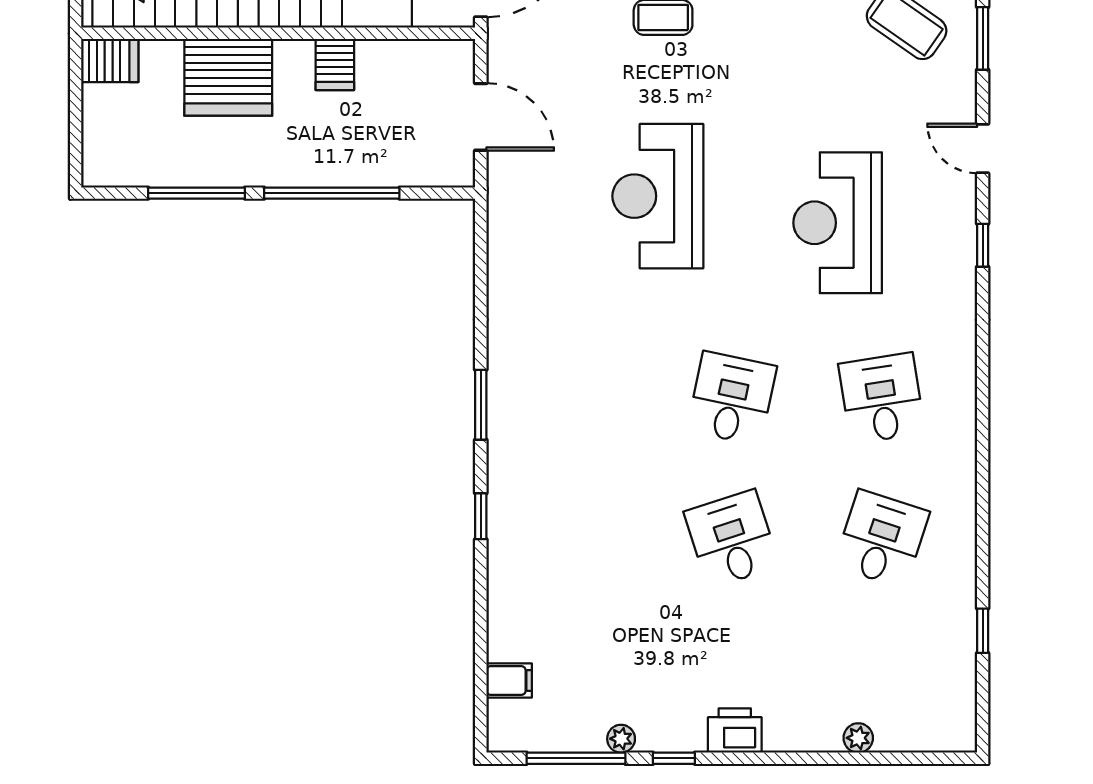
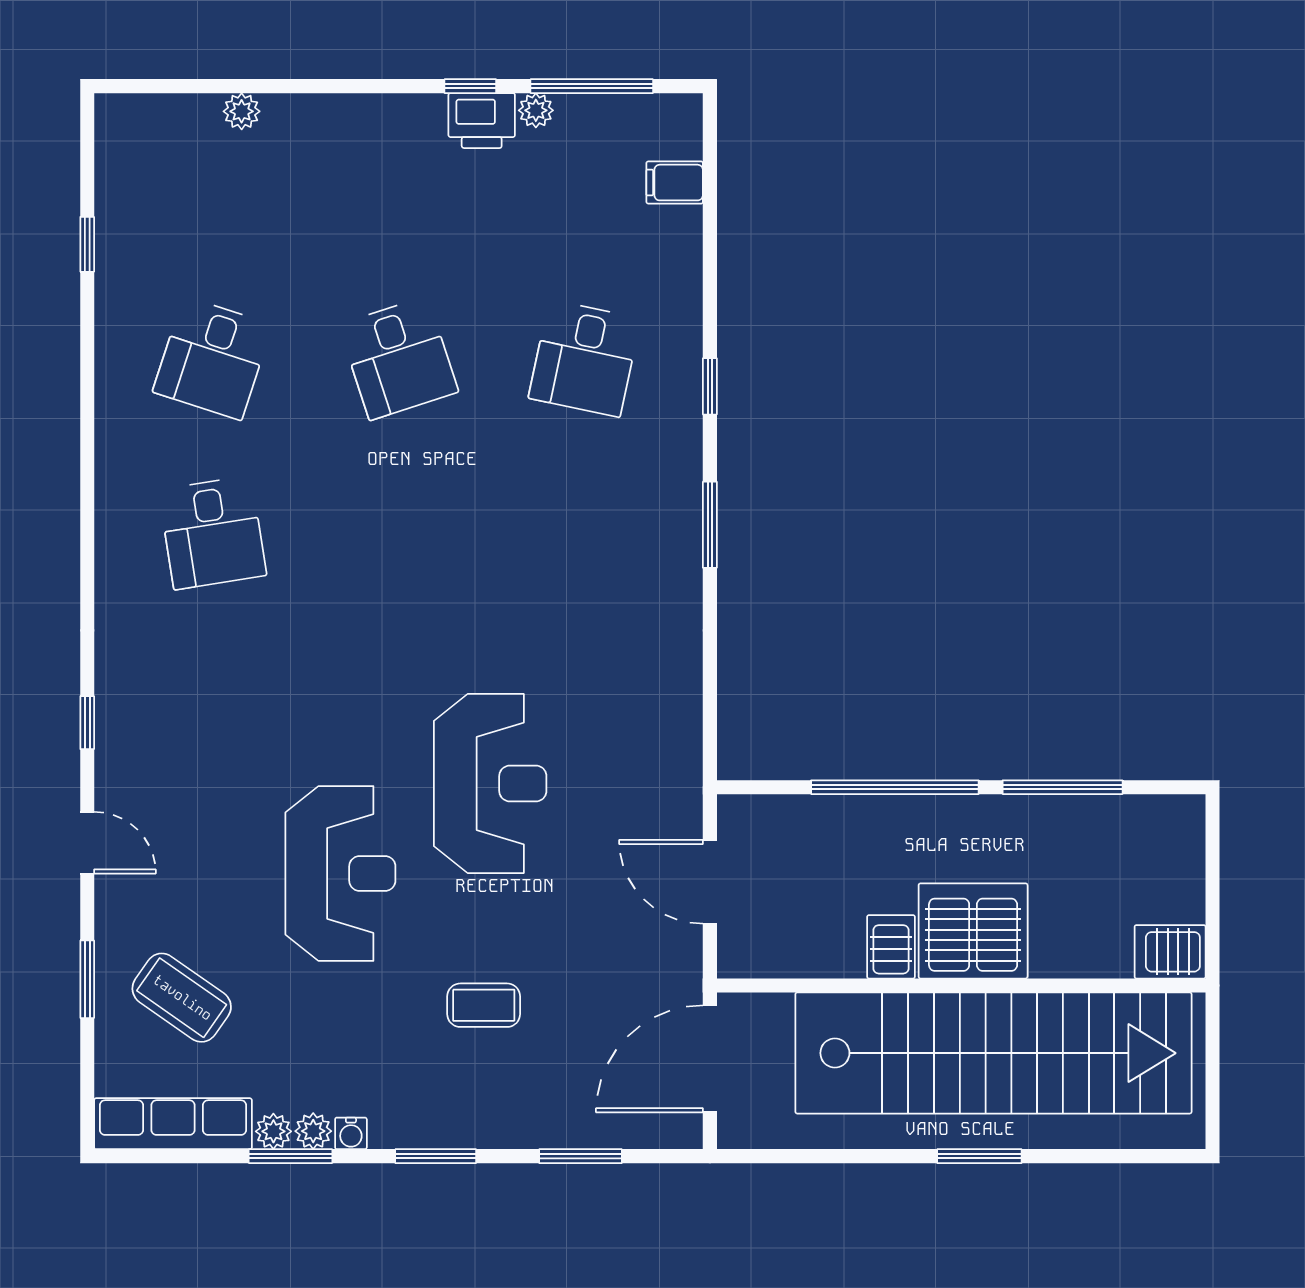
server rack: (228, 77) -> (973, 931), moved
reception desk: (838, 223) -> (340, 873), moved
desk: (732, 398) -> (585, 358), moved
printer: (735, 730) -> (482, 121), moved

